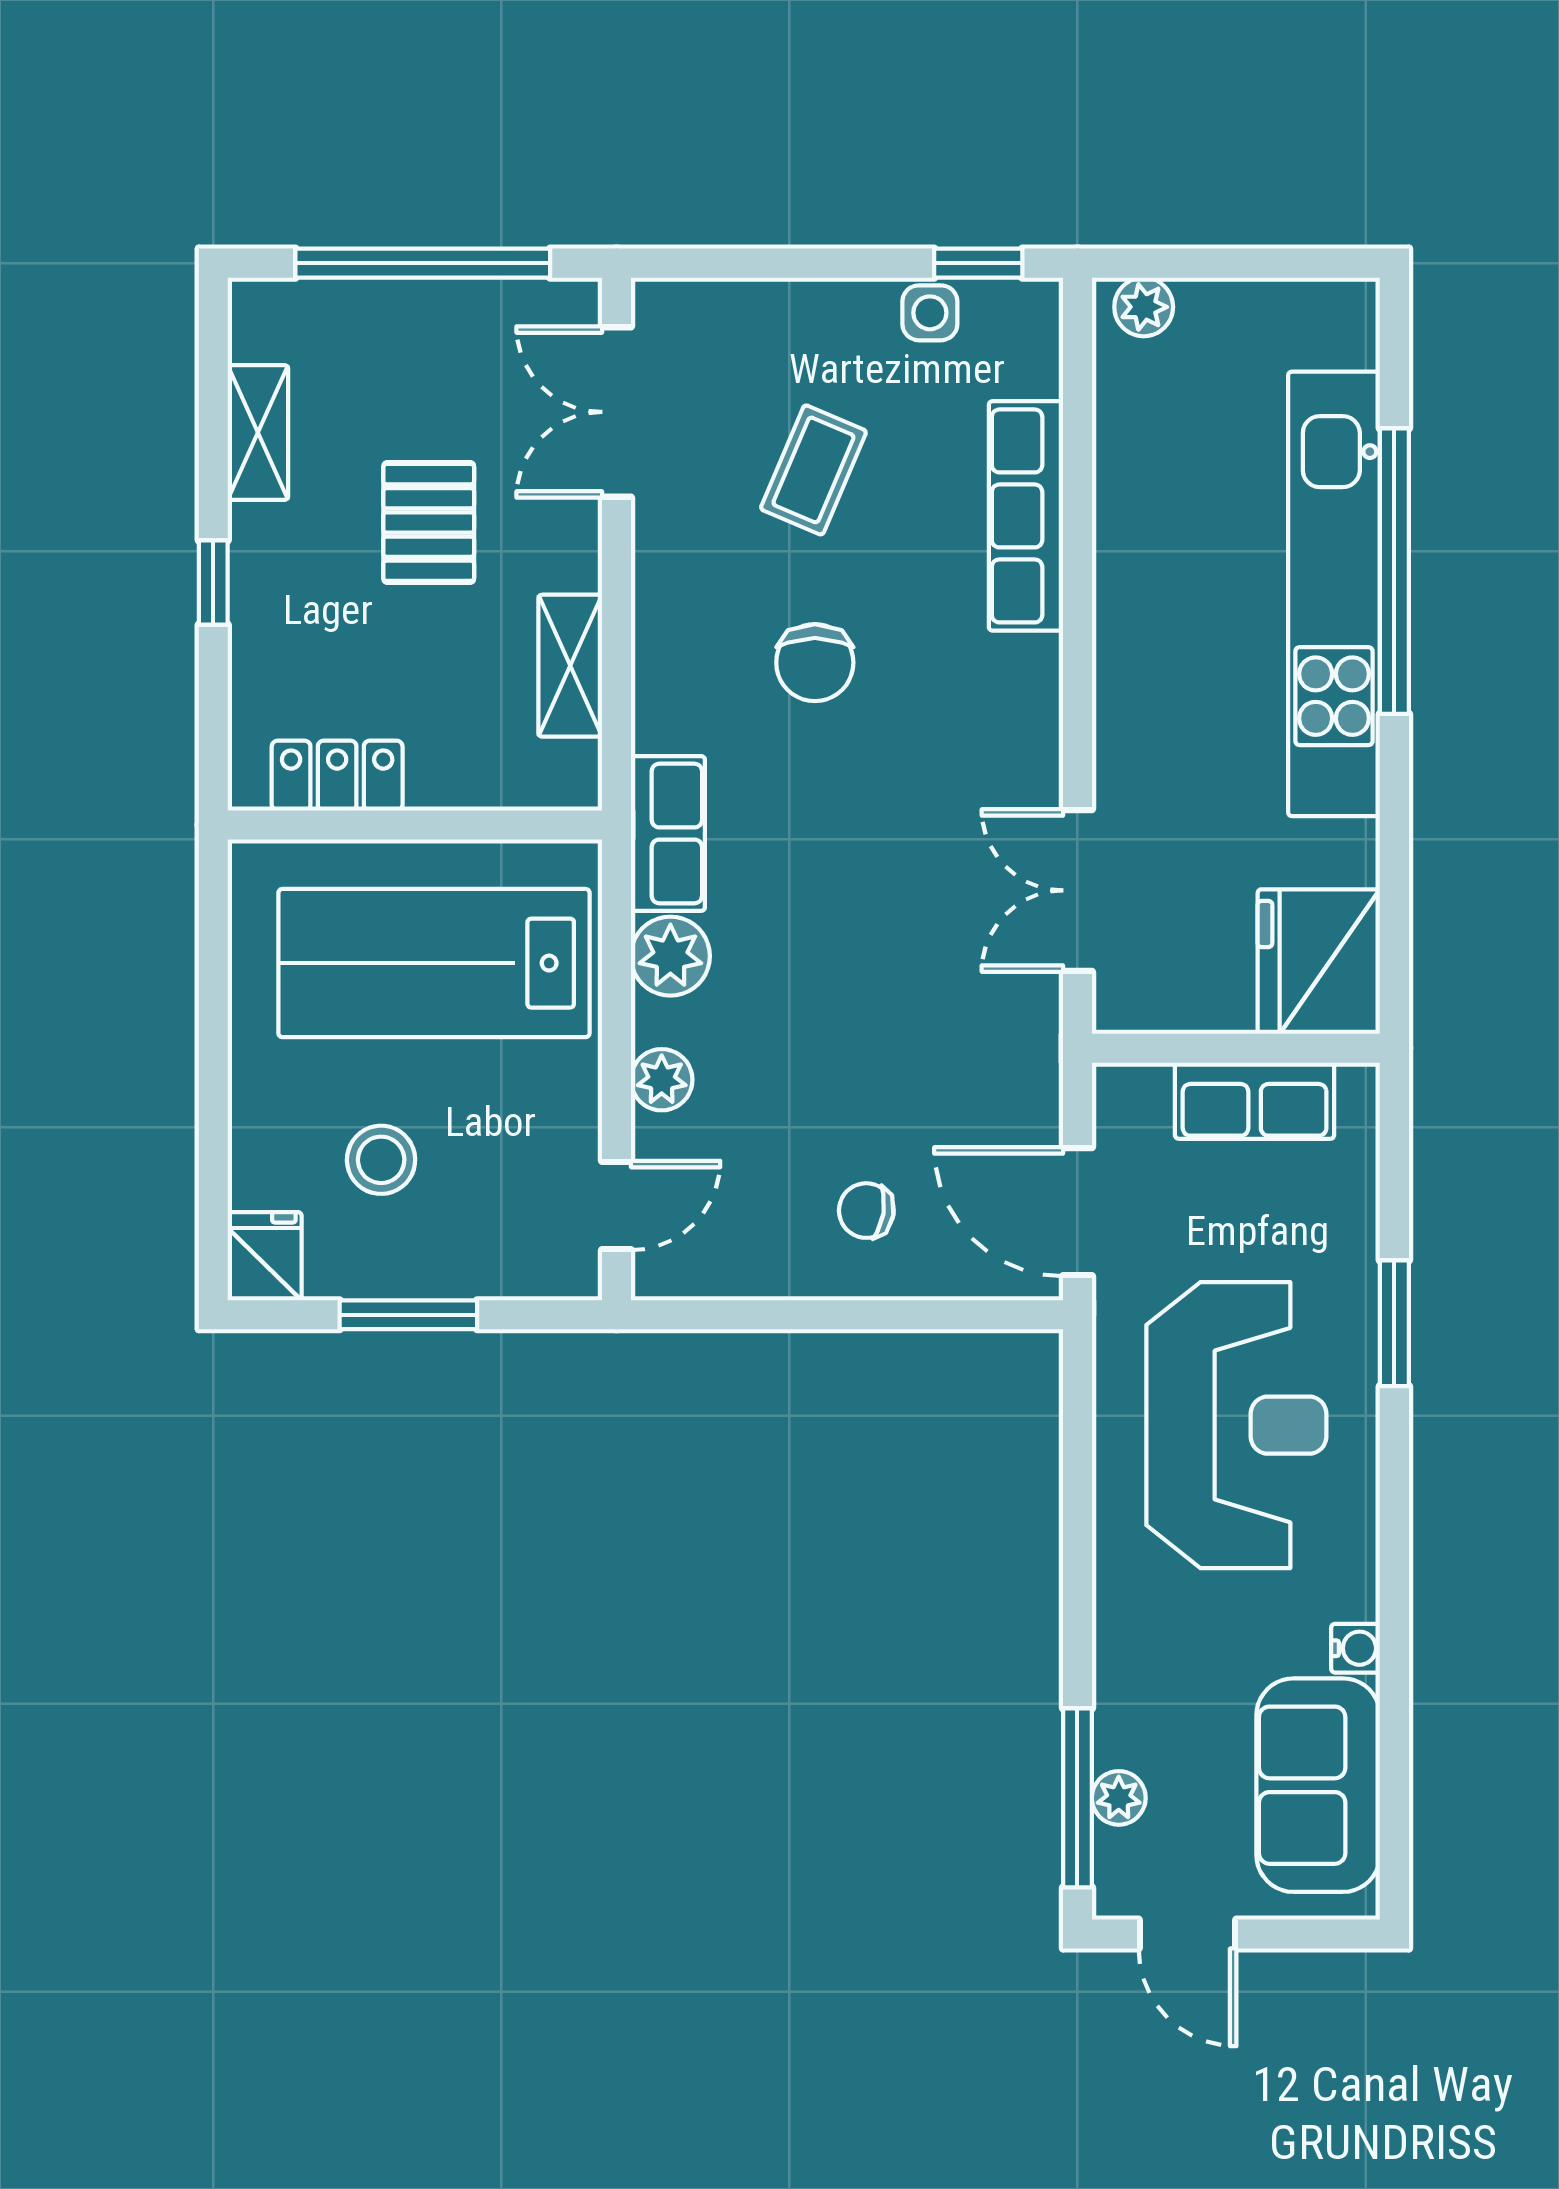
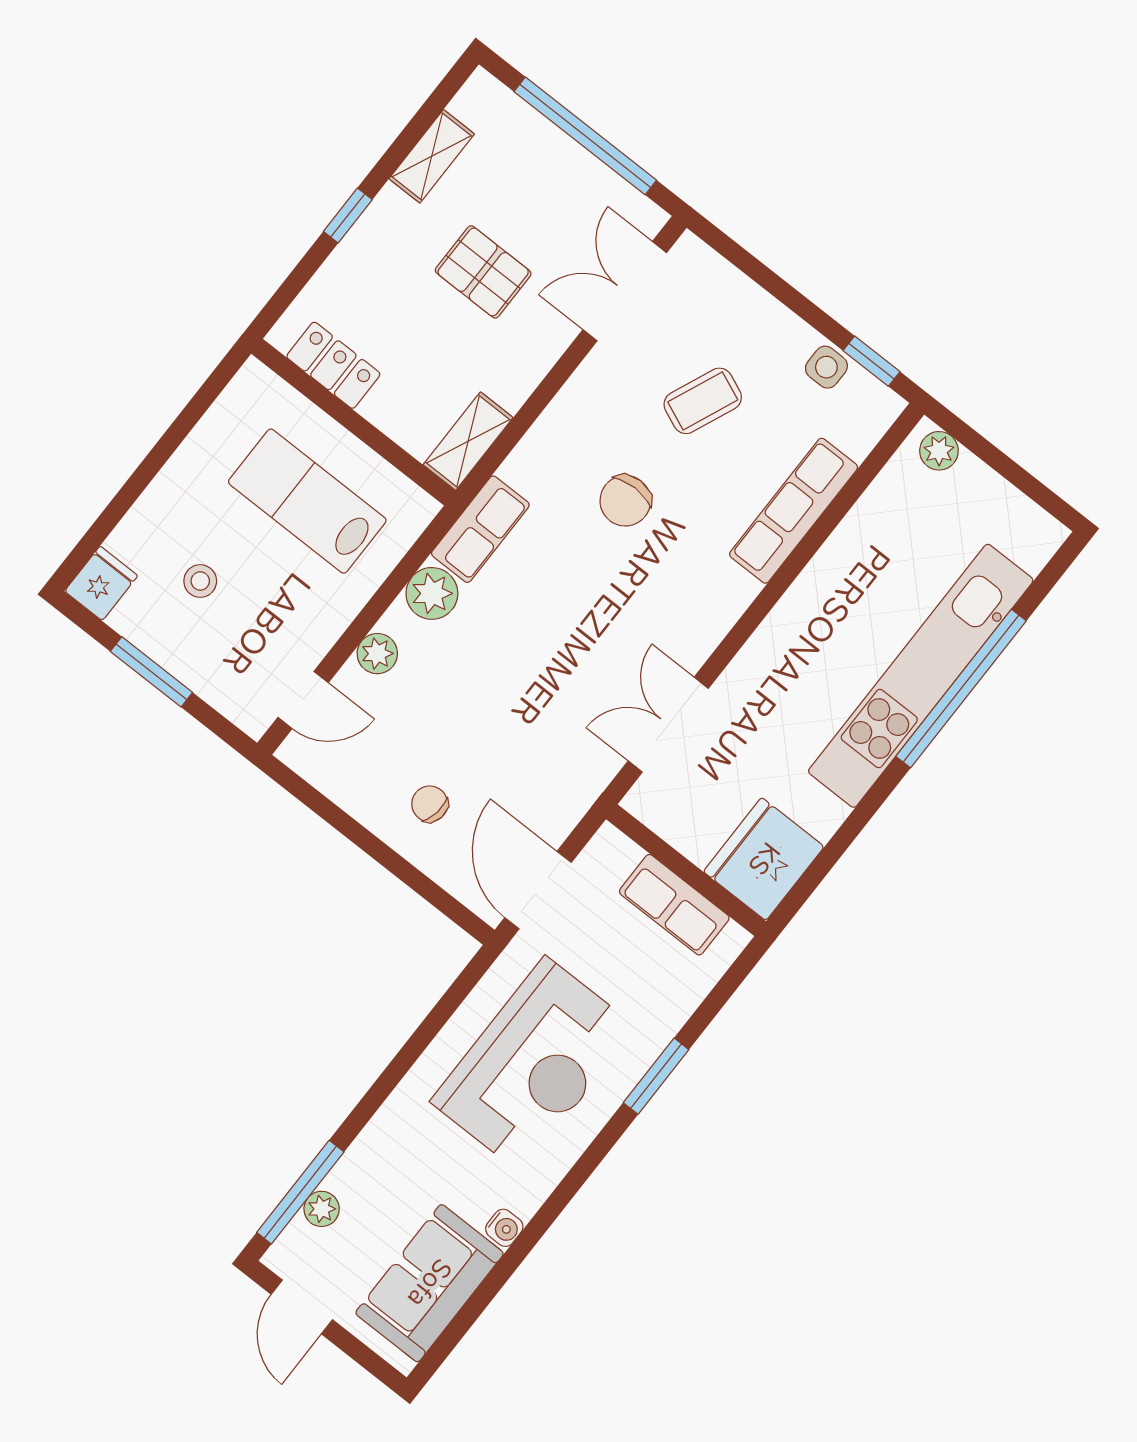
pallet: (429, 522) -> (483, 272), turned 90
shelving: (570, 666) -> (468, 441), moved
lab bench: (434, 963) -> (307, 501), width x0.73, depth x0.72
stool: (381, 1160) -> (200, 581), width x0.73, depth x0.73

